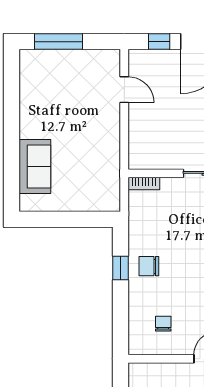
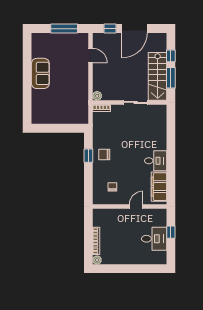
window: (59, 42) -> (64, 29), moved
plant: (136, 161) -> (97, 96), added
sofa: (35, 166) -> (40, 73), moved

